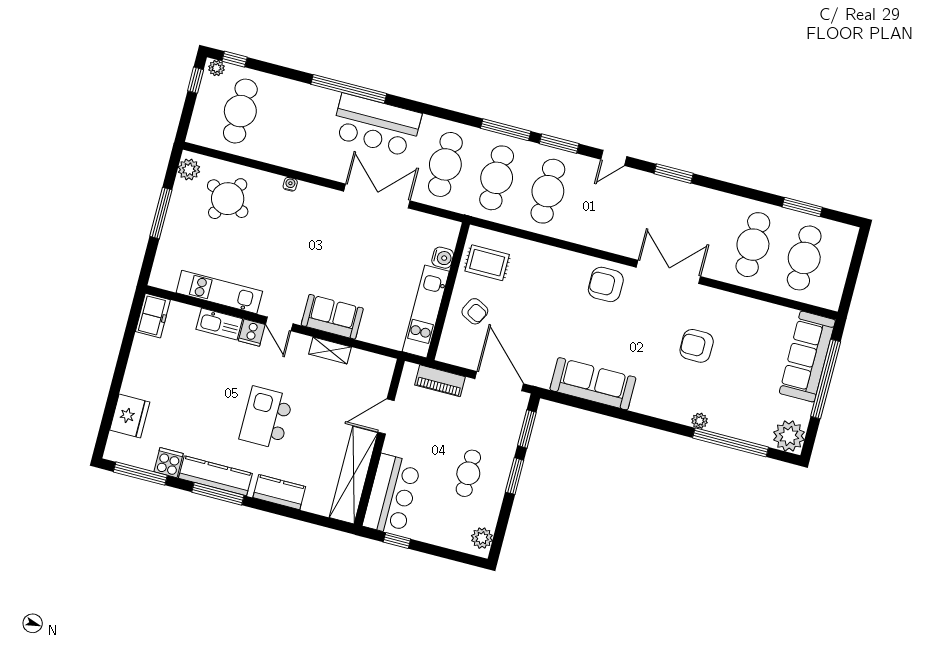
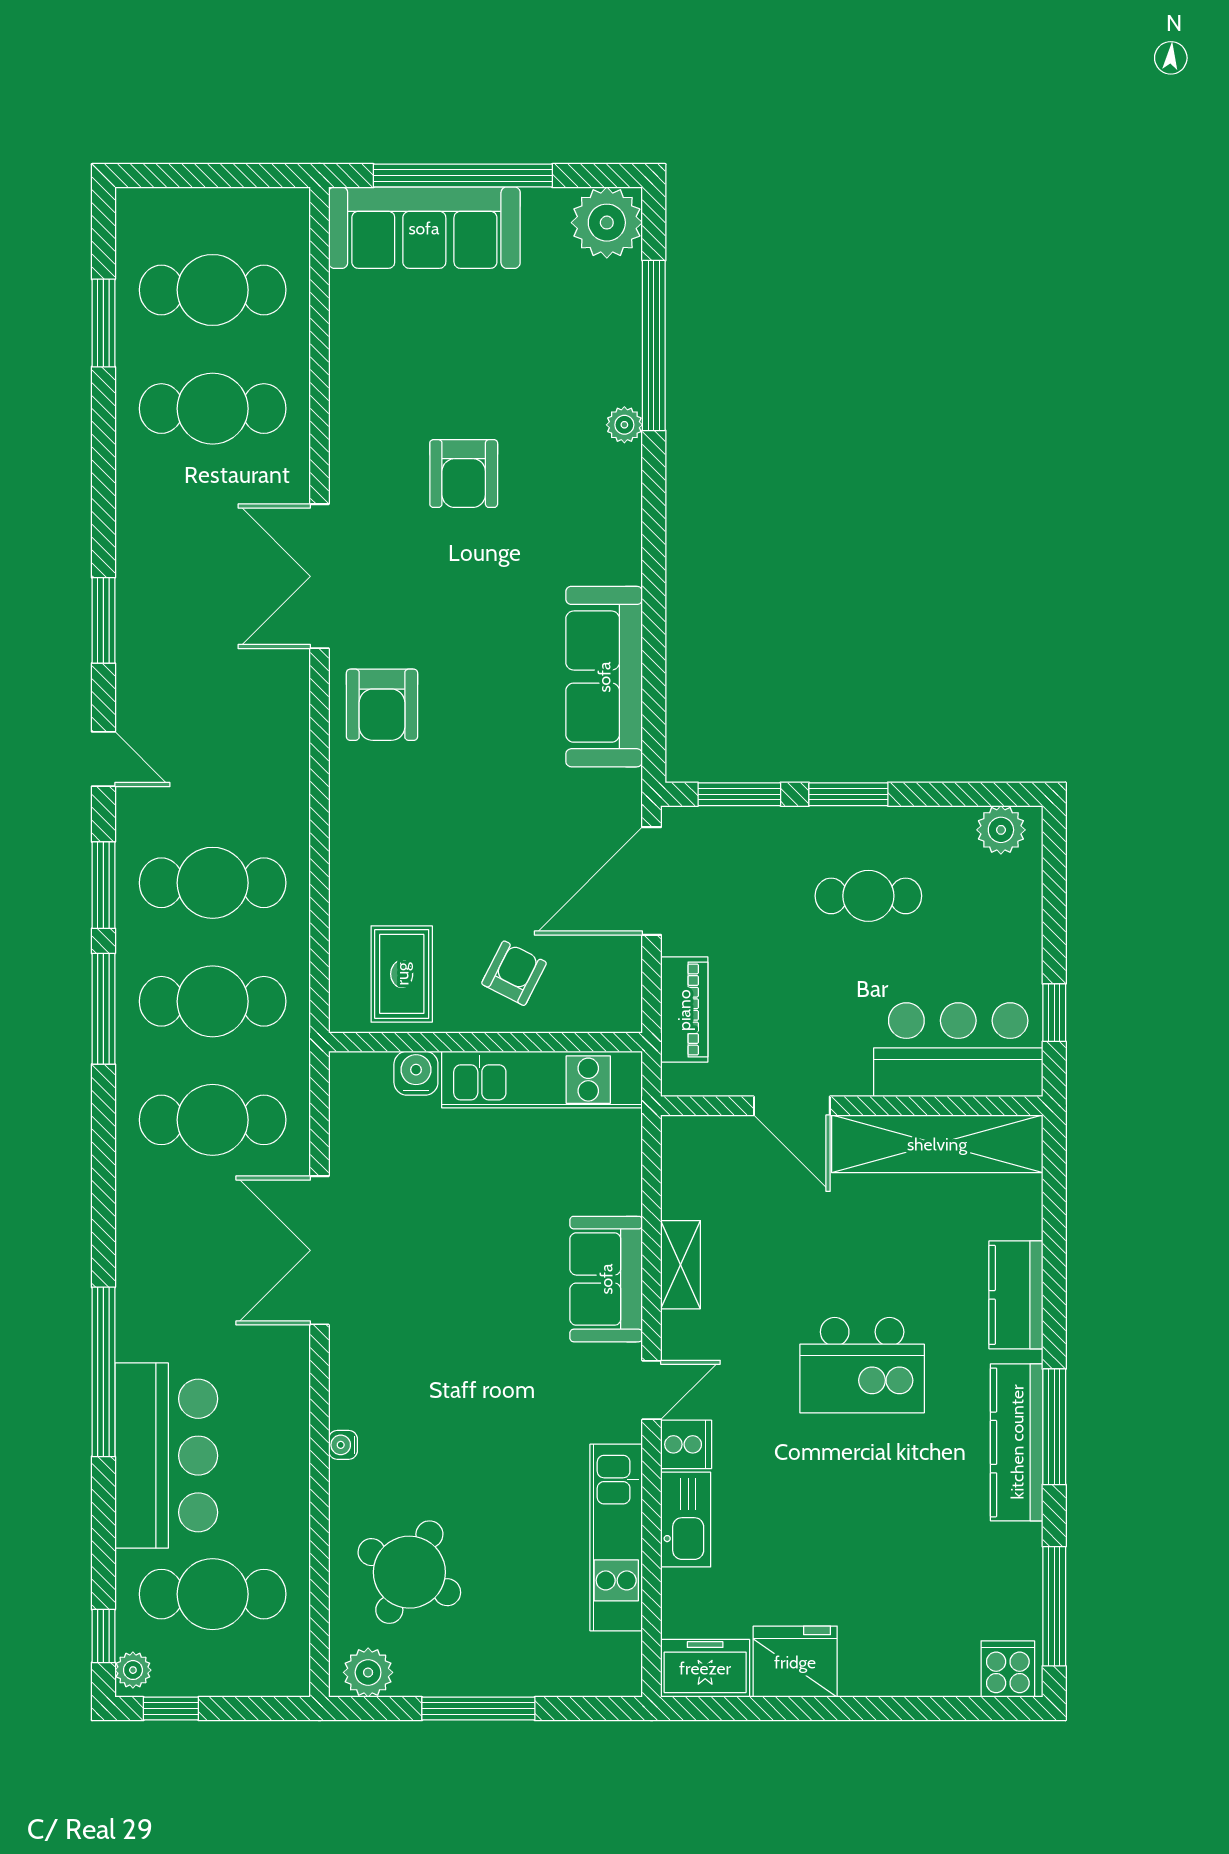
bar counter: (376, 125) -> (166, 1456), moved
fridge: (130, 416) -> (795, 1662), moved
cooker: (168, 463) -> (1008, 1669), moved, turned 90

